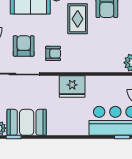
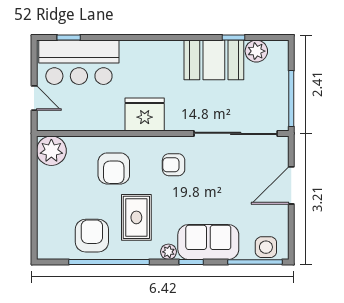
armchair: (24, 46) -> (114, 168), moved

